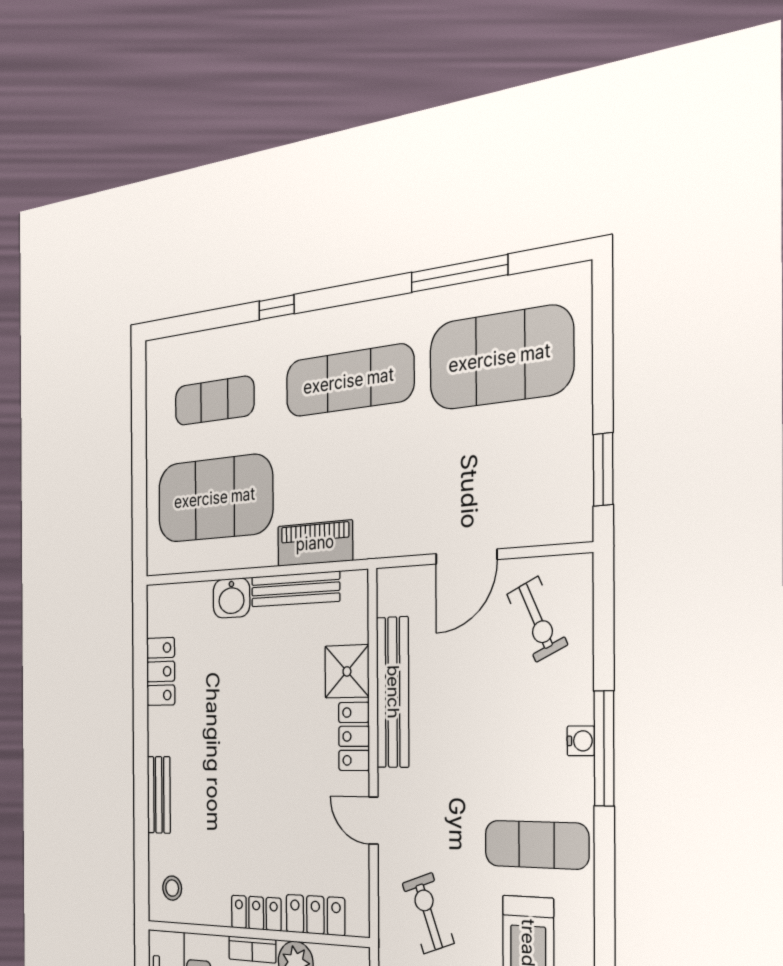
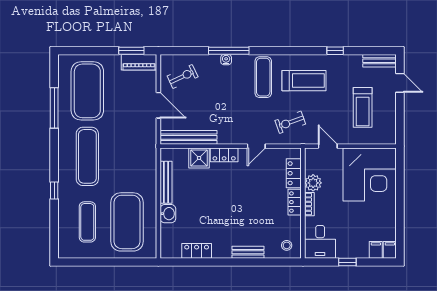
piano: (315, 543) -> (139, 62), moved, turned -90
bench: (393, 692) -> (188, 137), moved

